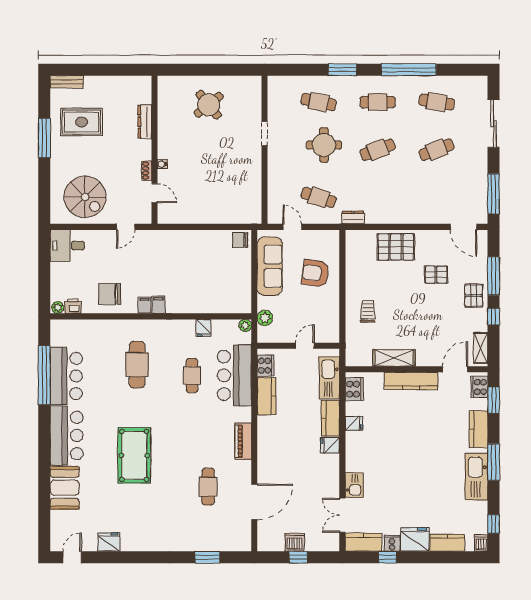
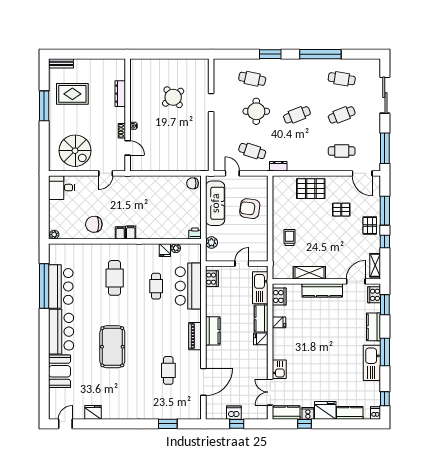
cafe table: (378, 102) -> (342, 151), moved
round table: (209, 105) -> (173, 97), moved
printer: (73, 306) -> (195, 233), moved
plant: (245, 325) -> (176, 248), moved
kitchen counter: (267, 396) -> (213, 331), moved

